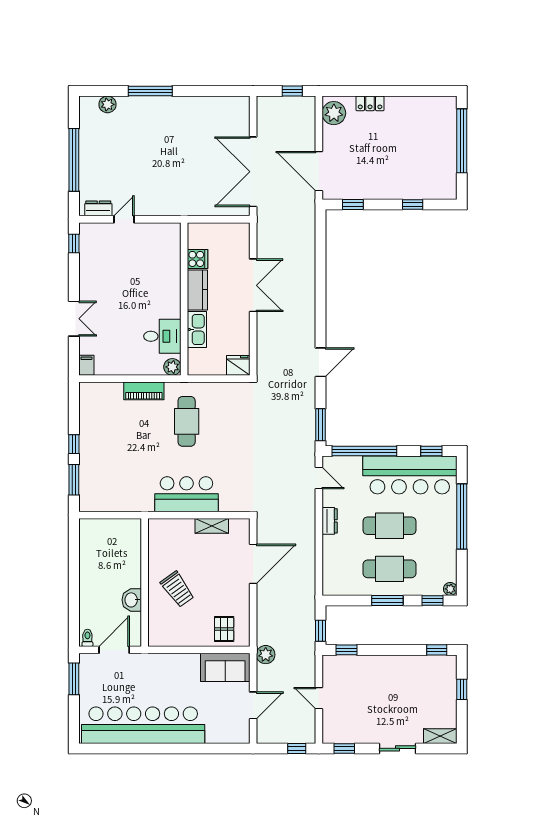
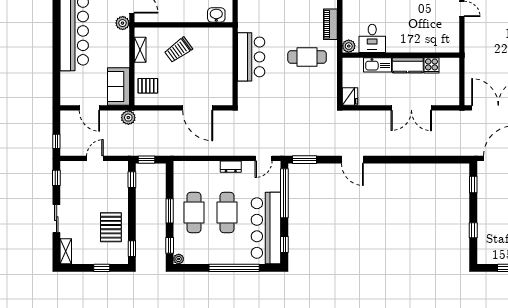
shelving: (212, 526) -> (140, 50), moved
washbasin: (132, 600) -> (216, 15), moved
plant: (142, 662) -> (123, 23), added
pallet: (409, 677) -> (111, 227), added

